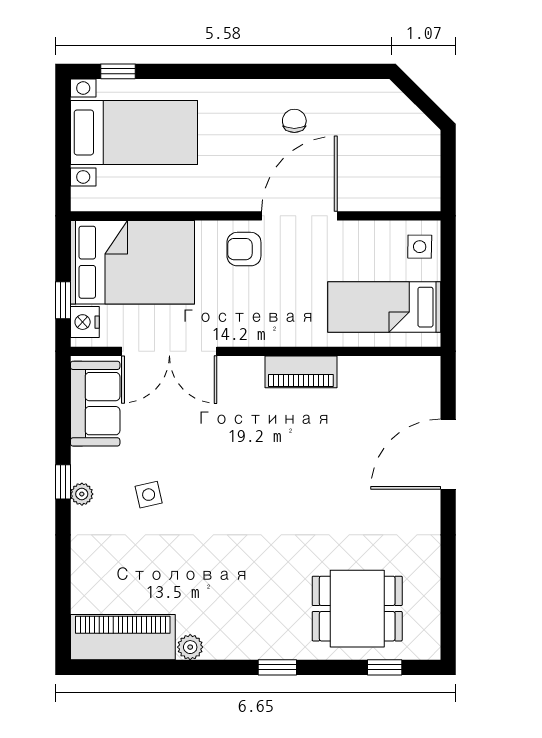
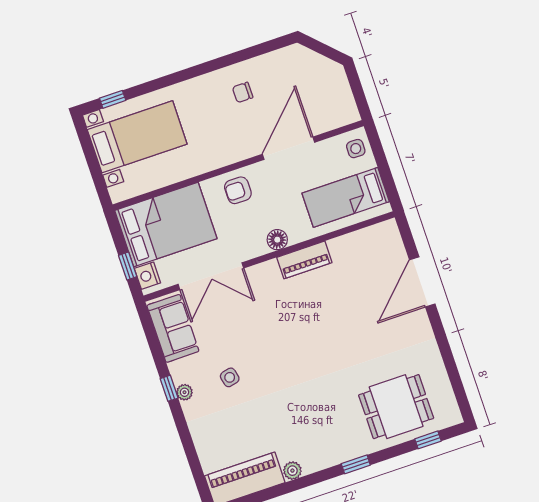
chair: (294, 121) -> (243, 92), turned -90
door: (299, 216) -> (288, 148), moved
floor lamp: (274, 333) -> (277, 240), added

